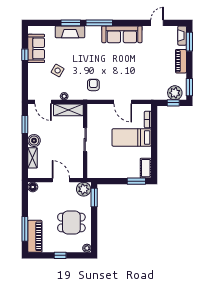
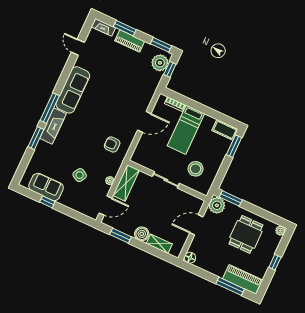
fireplace: (70, 32) -> (53, 126), moved
window: (189, 42) -> (125, 28), moved
stool: (104, 159) -> (196, 169), added

